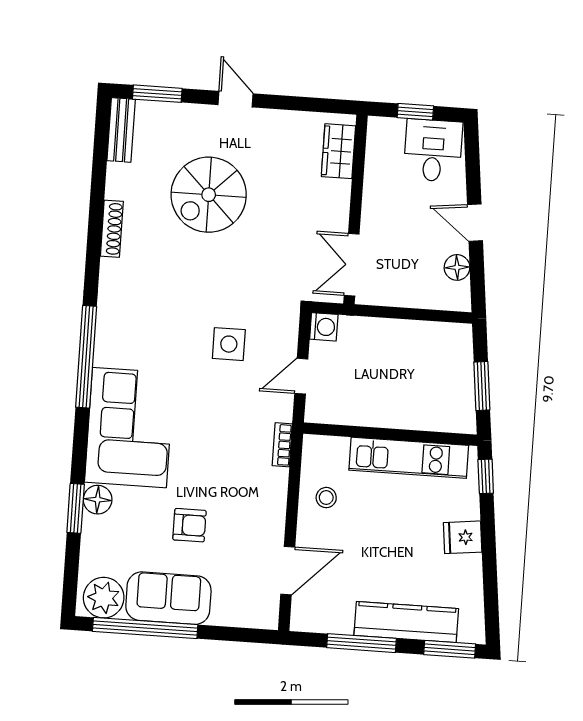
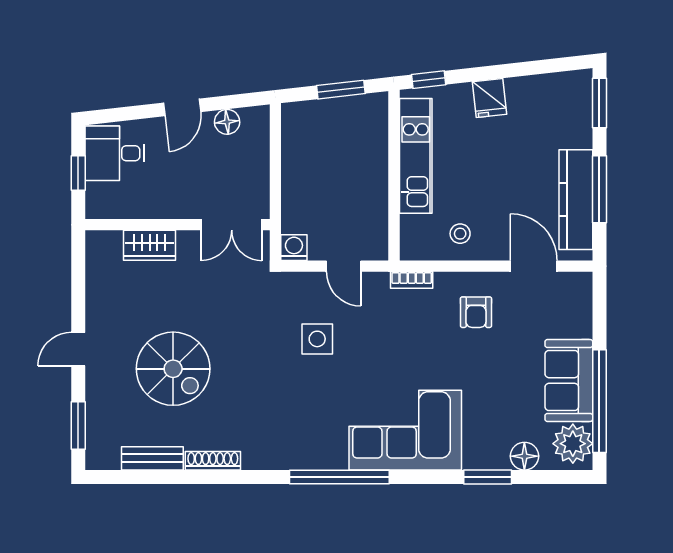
bench: (121, 130) -> (152, 458), moved
wardrobe: (338, 151) -> (150, 245), moved
floor lamp: (98, 500) -> (524, 456), moved
armchair: (190, 525) -> (476, 312), moved, turned 180
kitchen counter: (406, 622) -> (576, 200), moved

